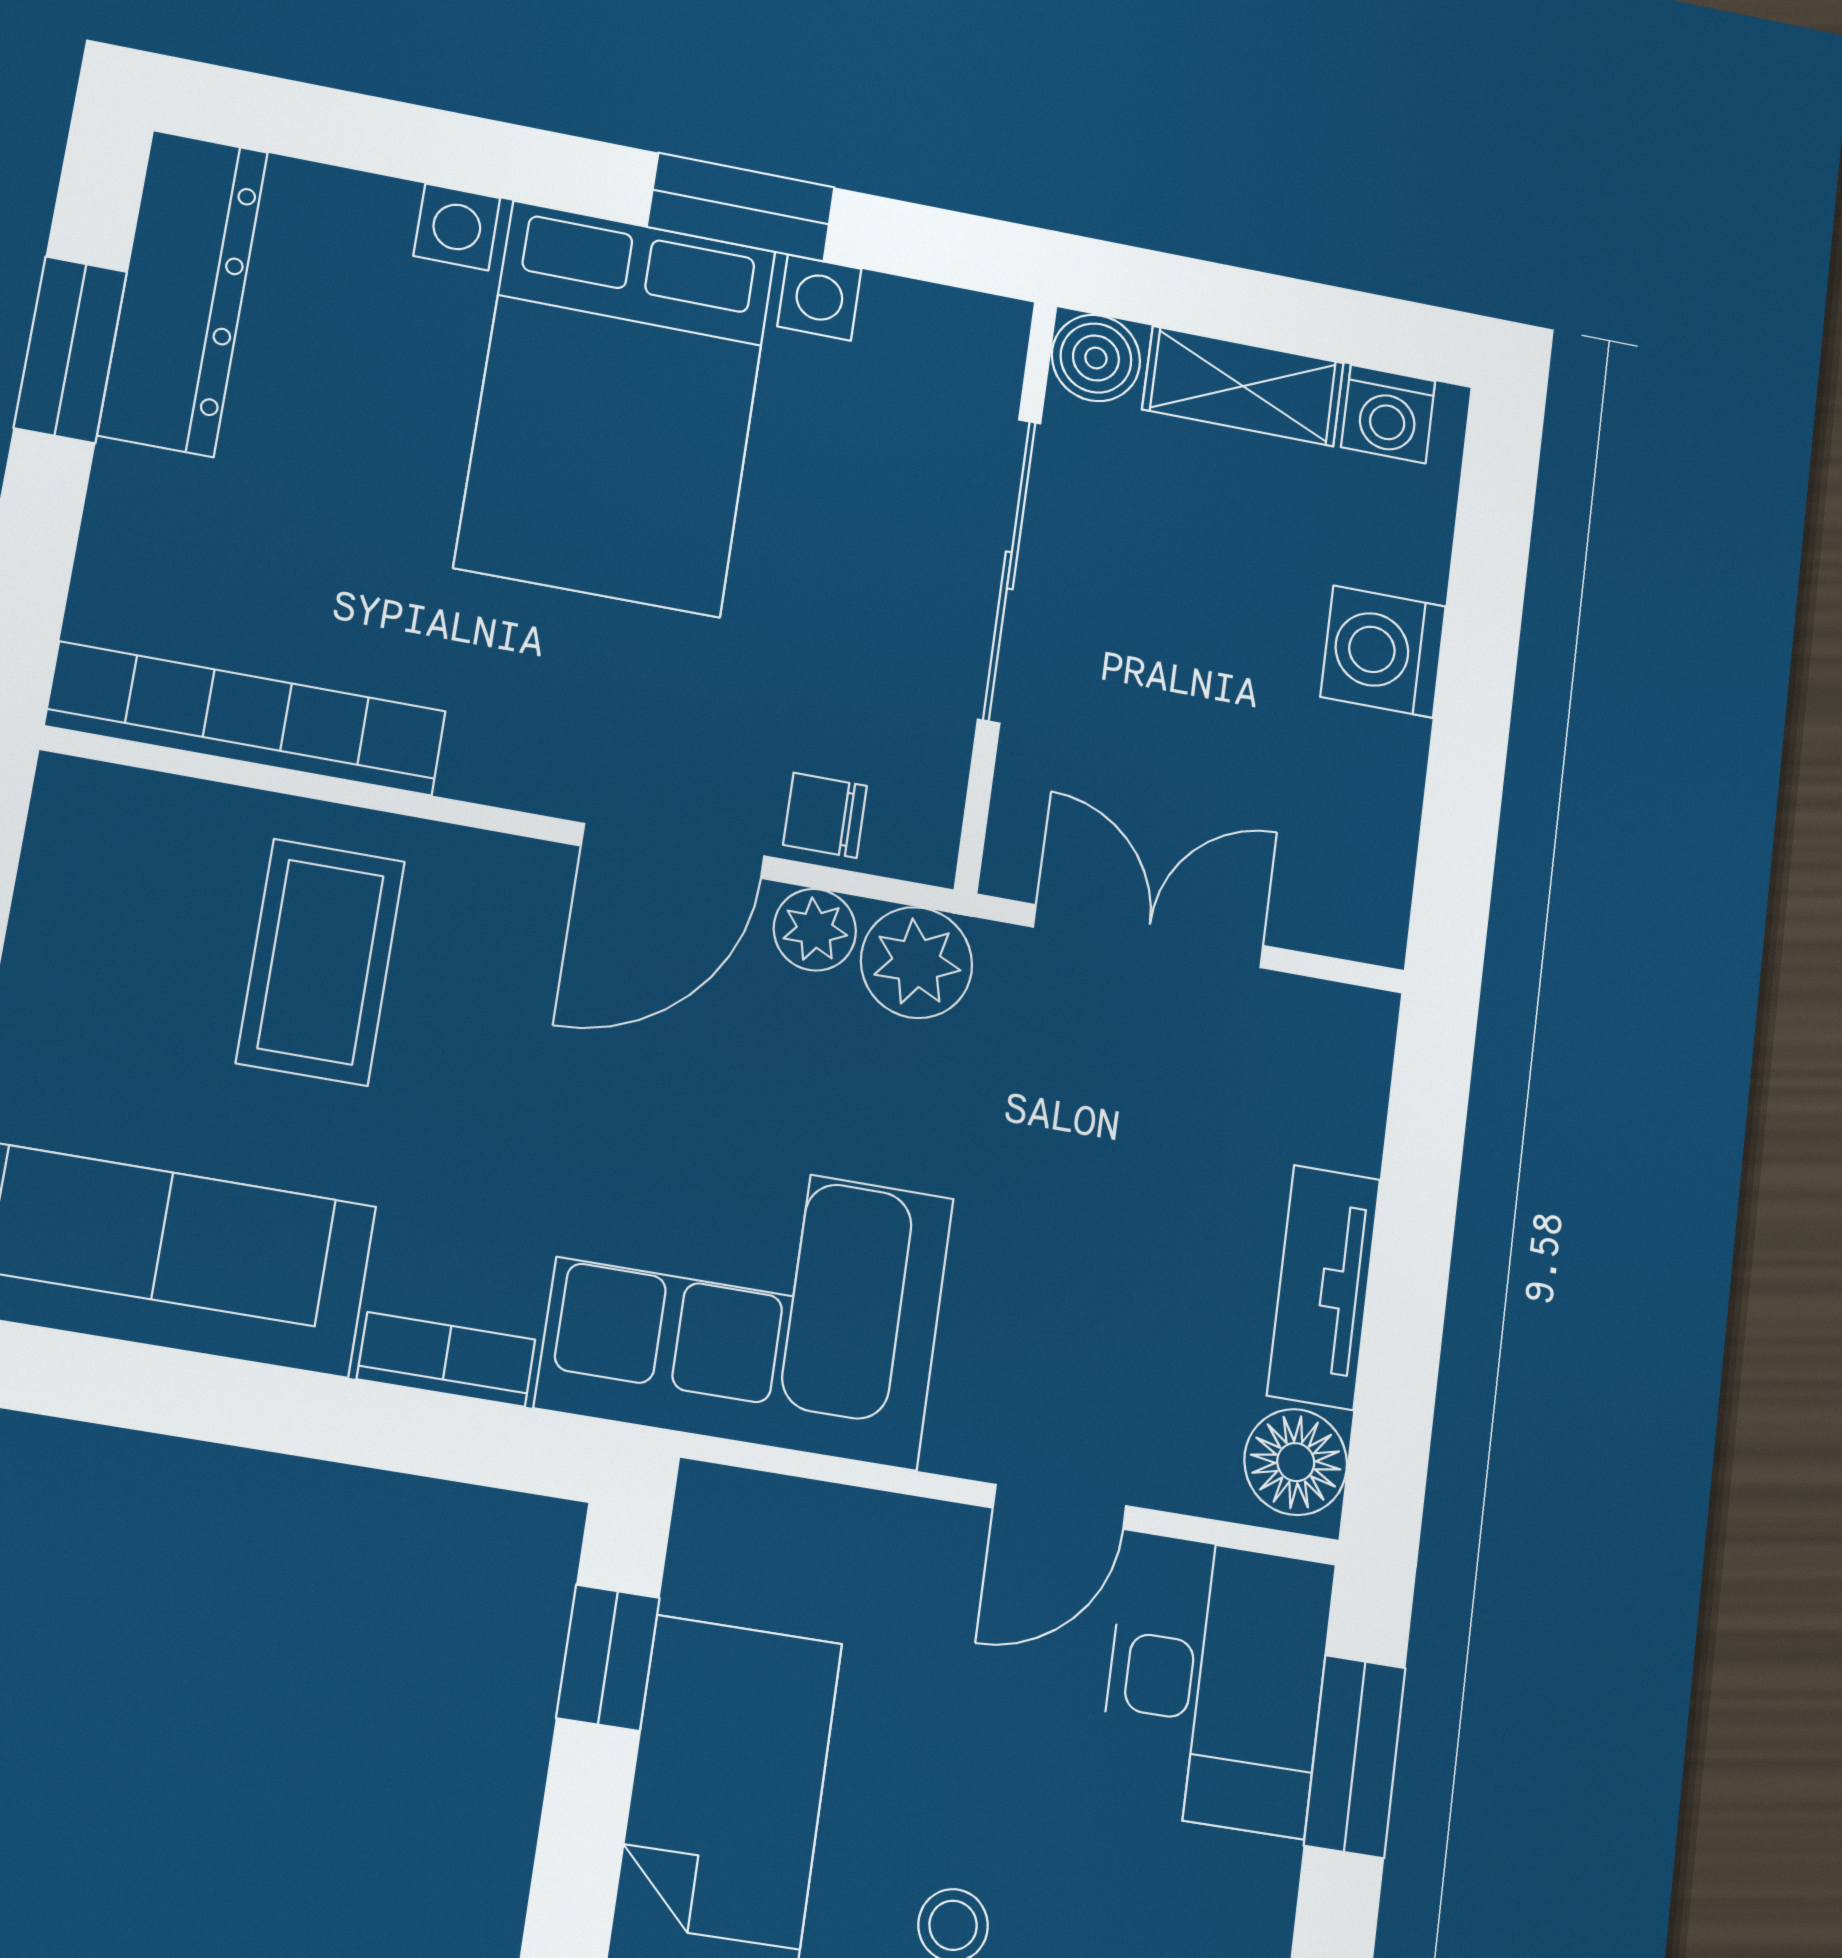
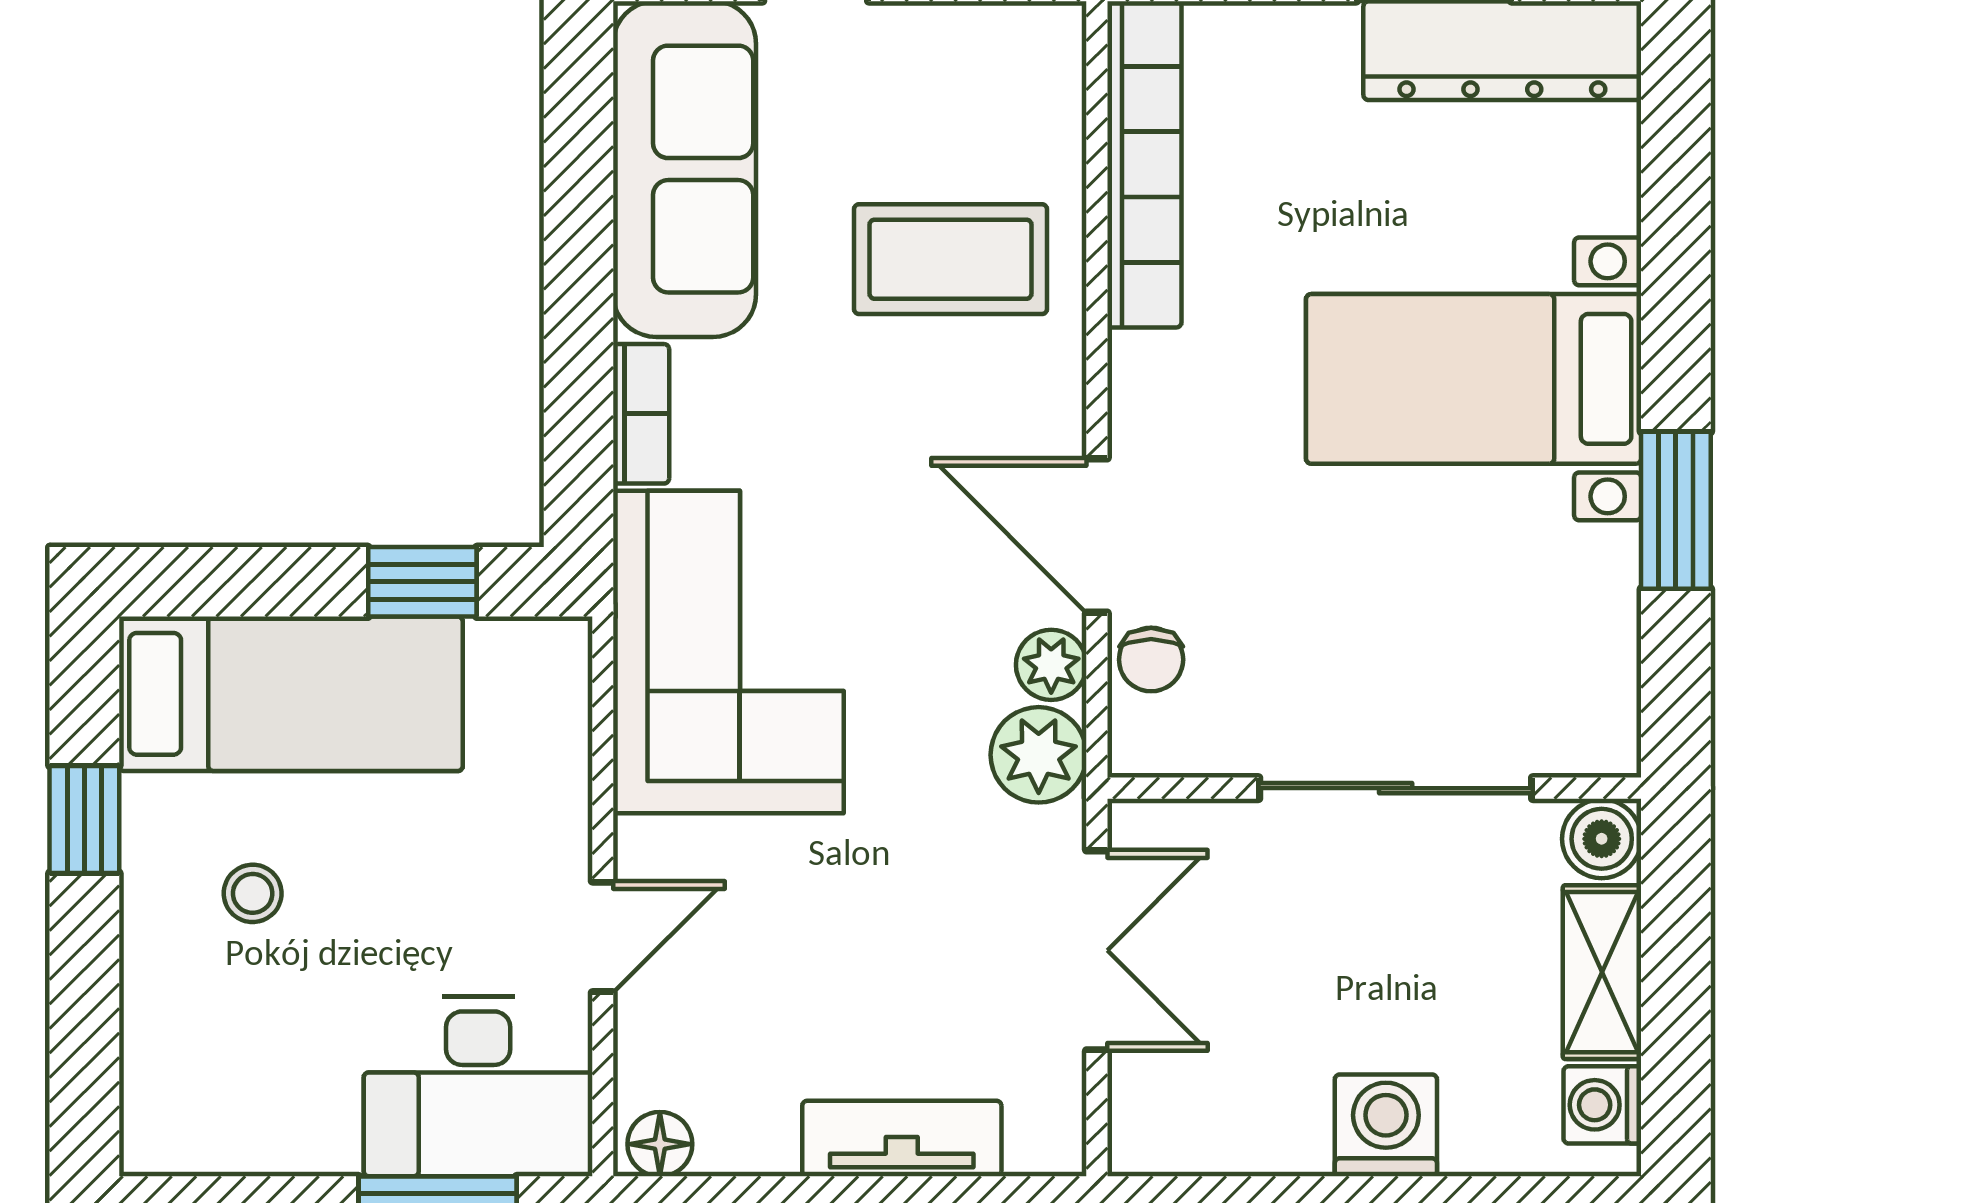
bed with nightstands: (616, 408) -> (1474, 379), width x0.73
chair: (825, 815) -> (1151, 660), turned 180
tv unit: (1324, 1287) -> (902, 1138), moved
floor lamp: (1296, 1462) -> (660, 1144), width x0.73, depth x0.73
door: (1060, 1507) -> (603, 937), swing flipped

